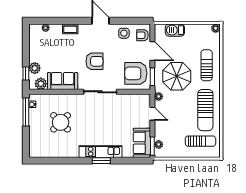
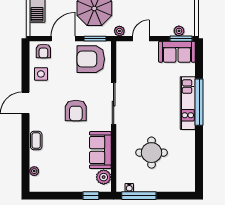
armchair: (94, 61) -> (76, 111), turned 180
plant: (35, 68) -> (84, 185), removed
armchair: (136, 73) -> (91, 59), turned 90
round table: (61, 122) -> (152, 153), turned 45
window: (101, 161) -> (199, 102), width x2.11

